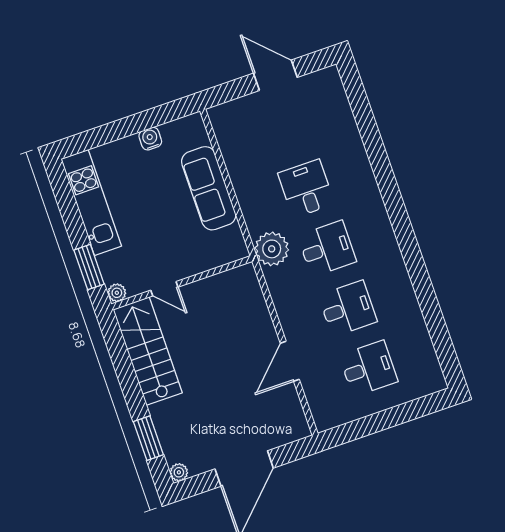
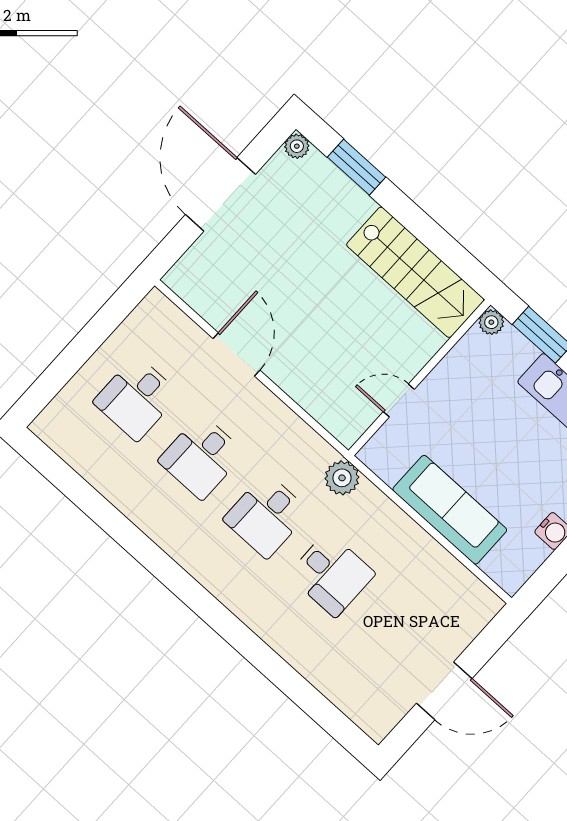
plant: (272, 249) -> (342, 478), width x0.73, depth x0.73
door: (164, 289) -> (399, 400), moved

